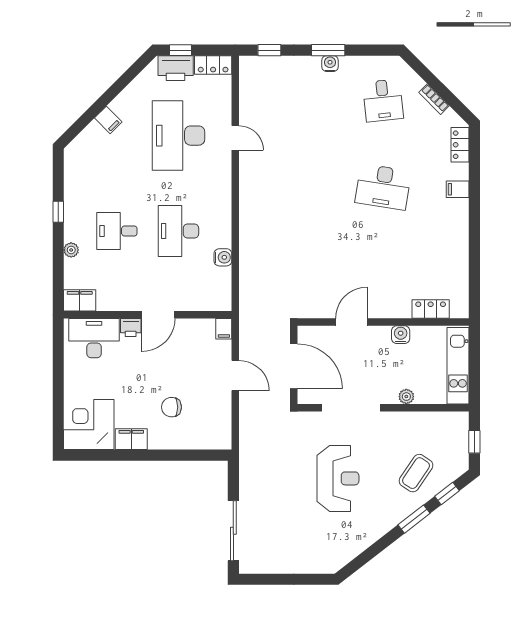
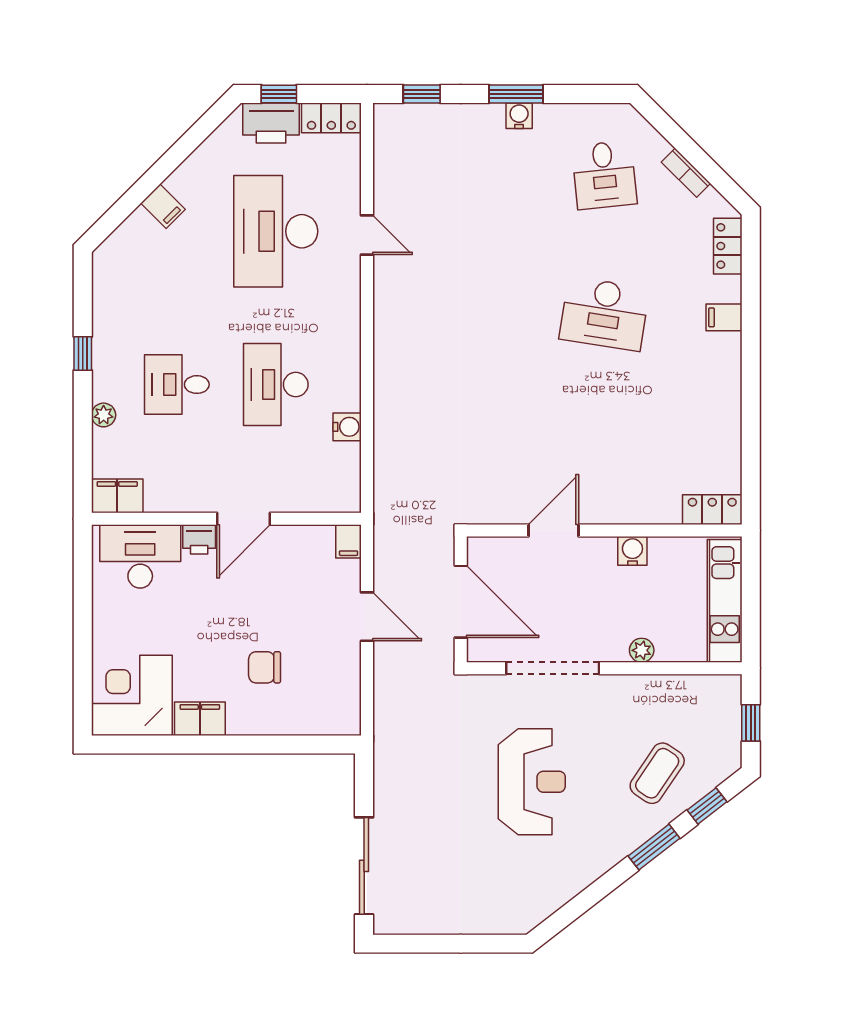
locker: (431, 309) -> (712, 510), moved

